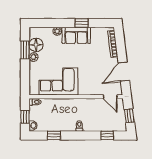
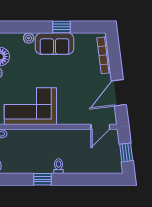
door: (110, 97) -> (100, 127), hinge flipped
window: (54, 135) -> (42, 179), moved
window: (107, 135) -> (96, 179), removed

